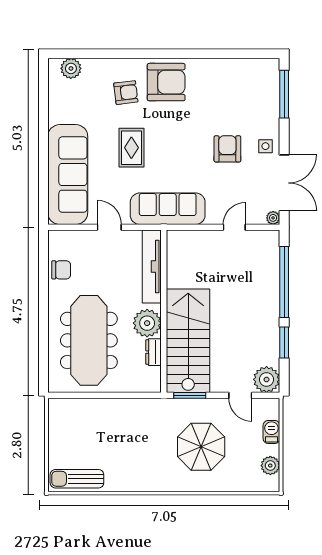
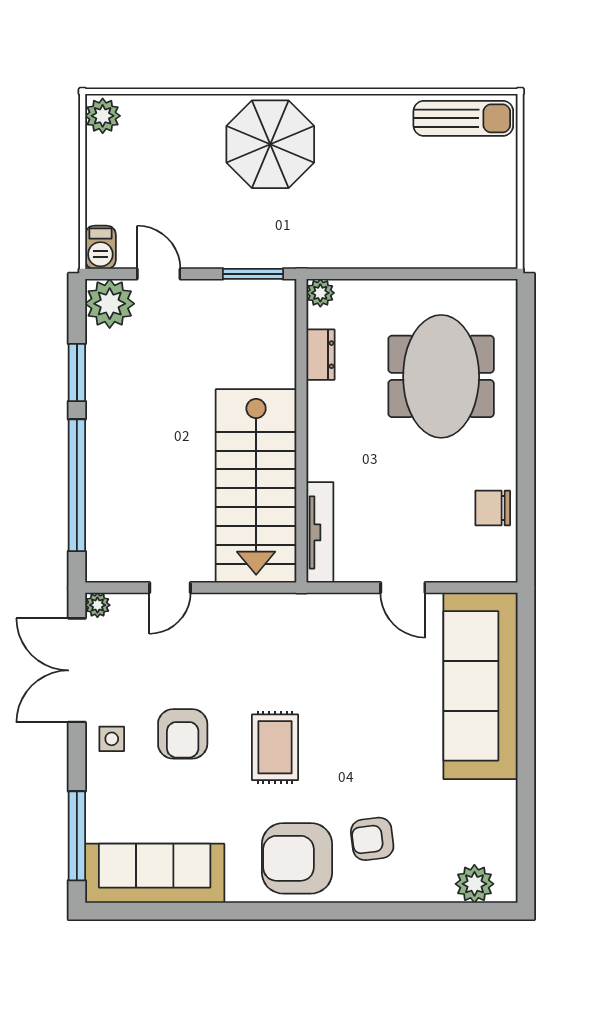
rug: (131, 148) -> (275, 747), moved
sofa: (168, 209) -> (155, 873), moved, turned 180
tv unit: (152, 267) -> (320, 532), width x0.73, depth x0.78
plant: (147, 323) -> (320, 293), moved, width x0.53, depth x0.53
meeting table: (89, 340) -> (441, 376), width x0.73
stairs: (188, 341) -> (256, 486), moved
barbecue: (271, 432) -> (100, 247), moved
parasol: (201, 447) -> (270, 144), moved
plant: (270, 466) -> (103, 116), moved

